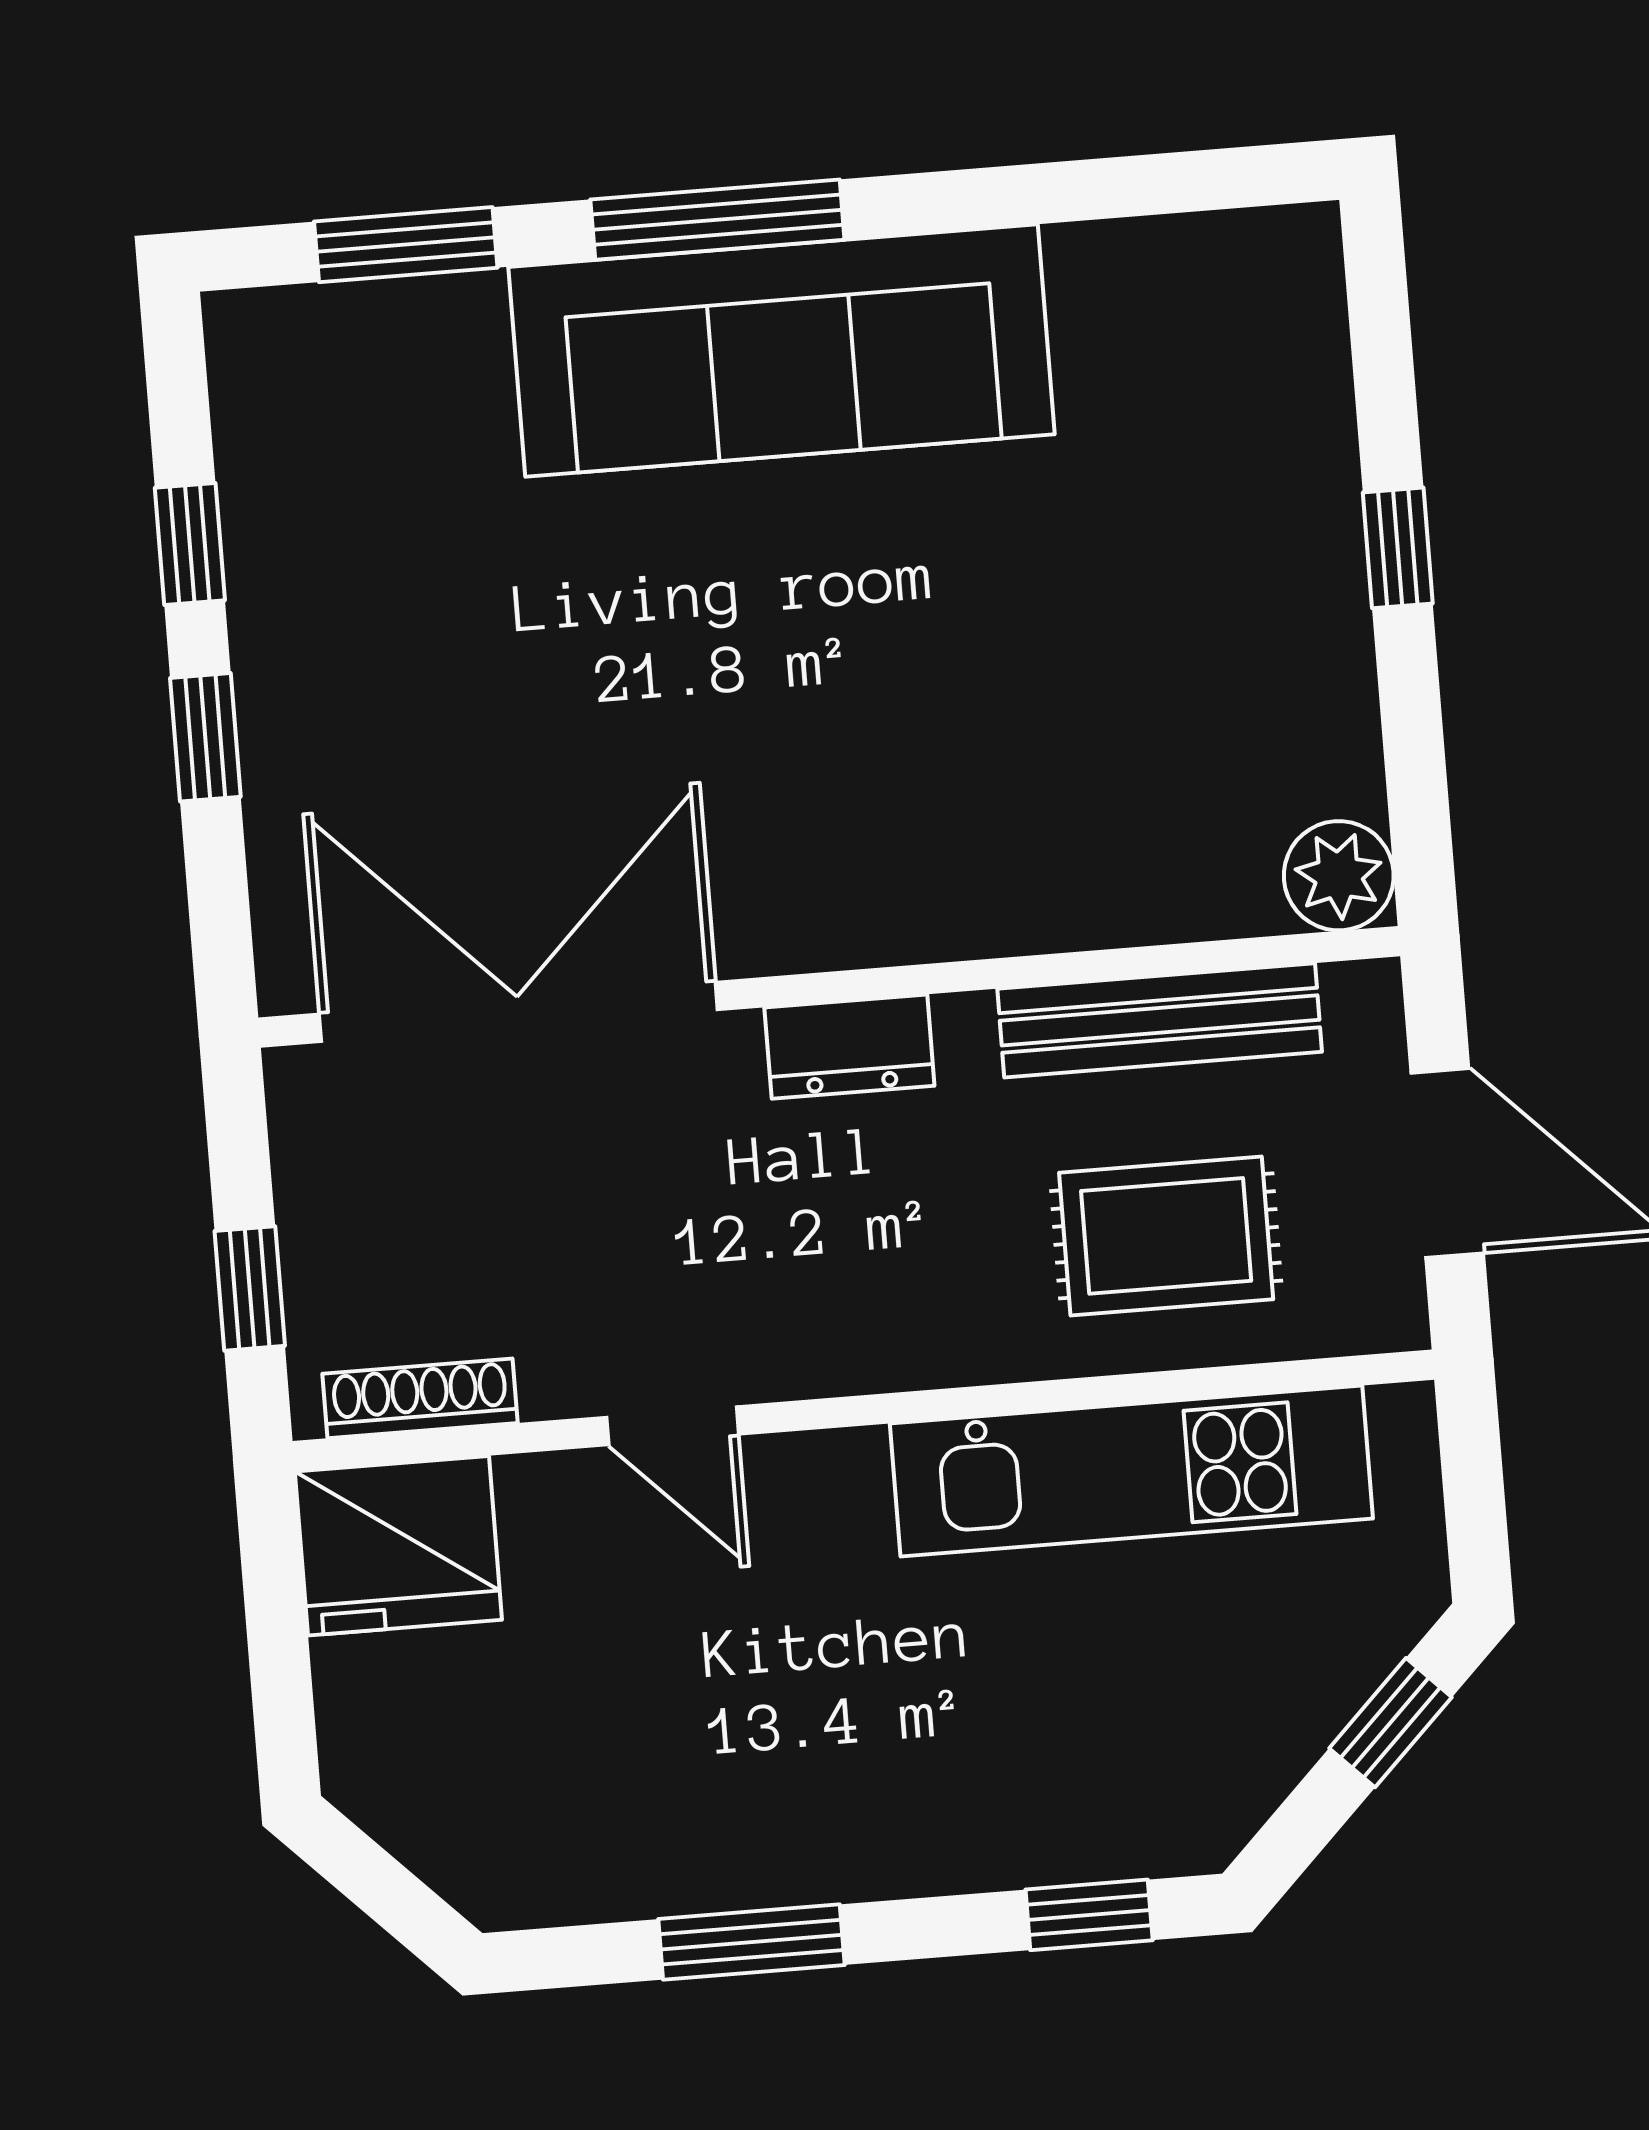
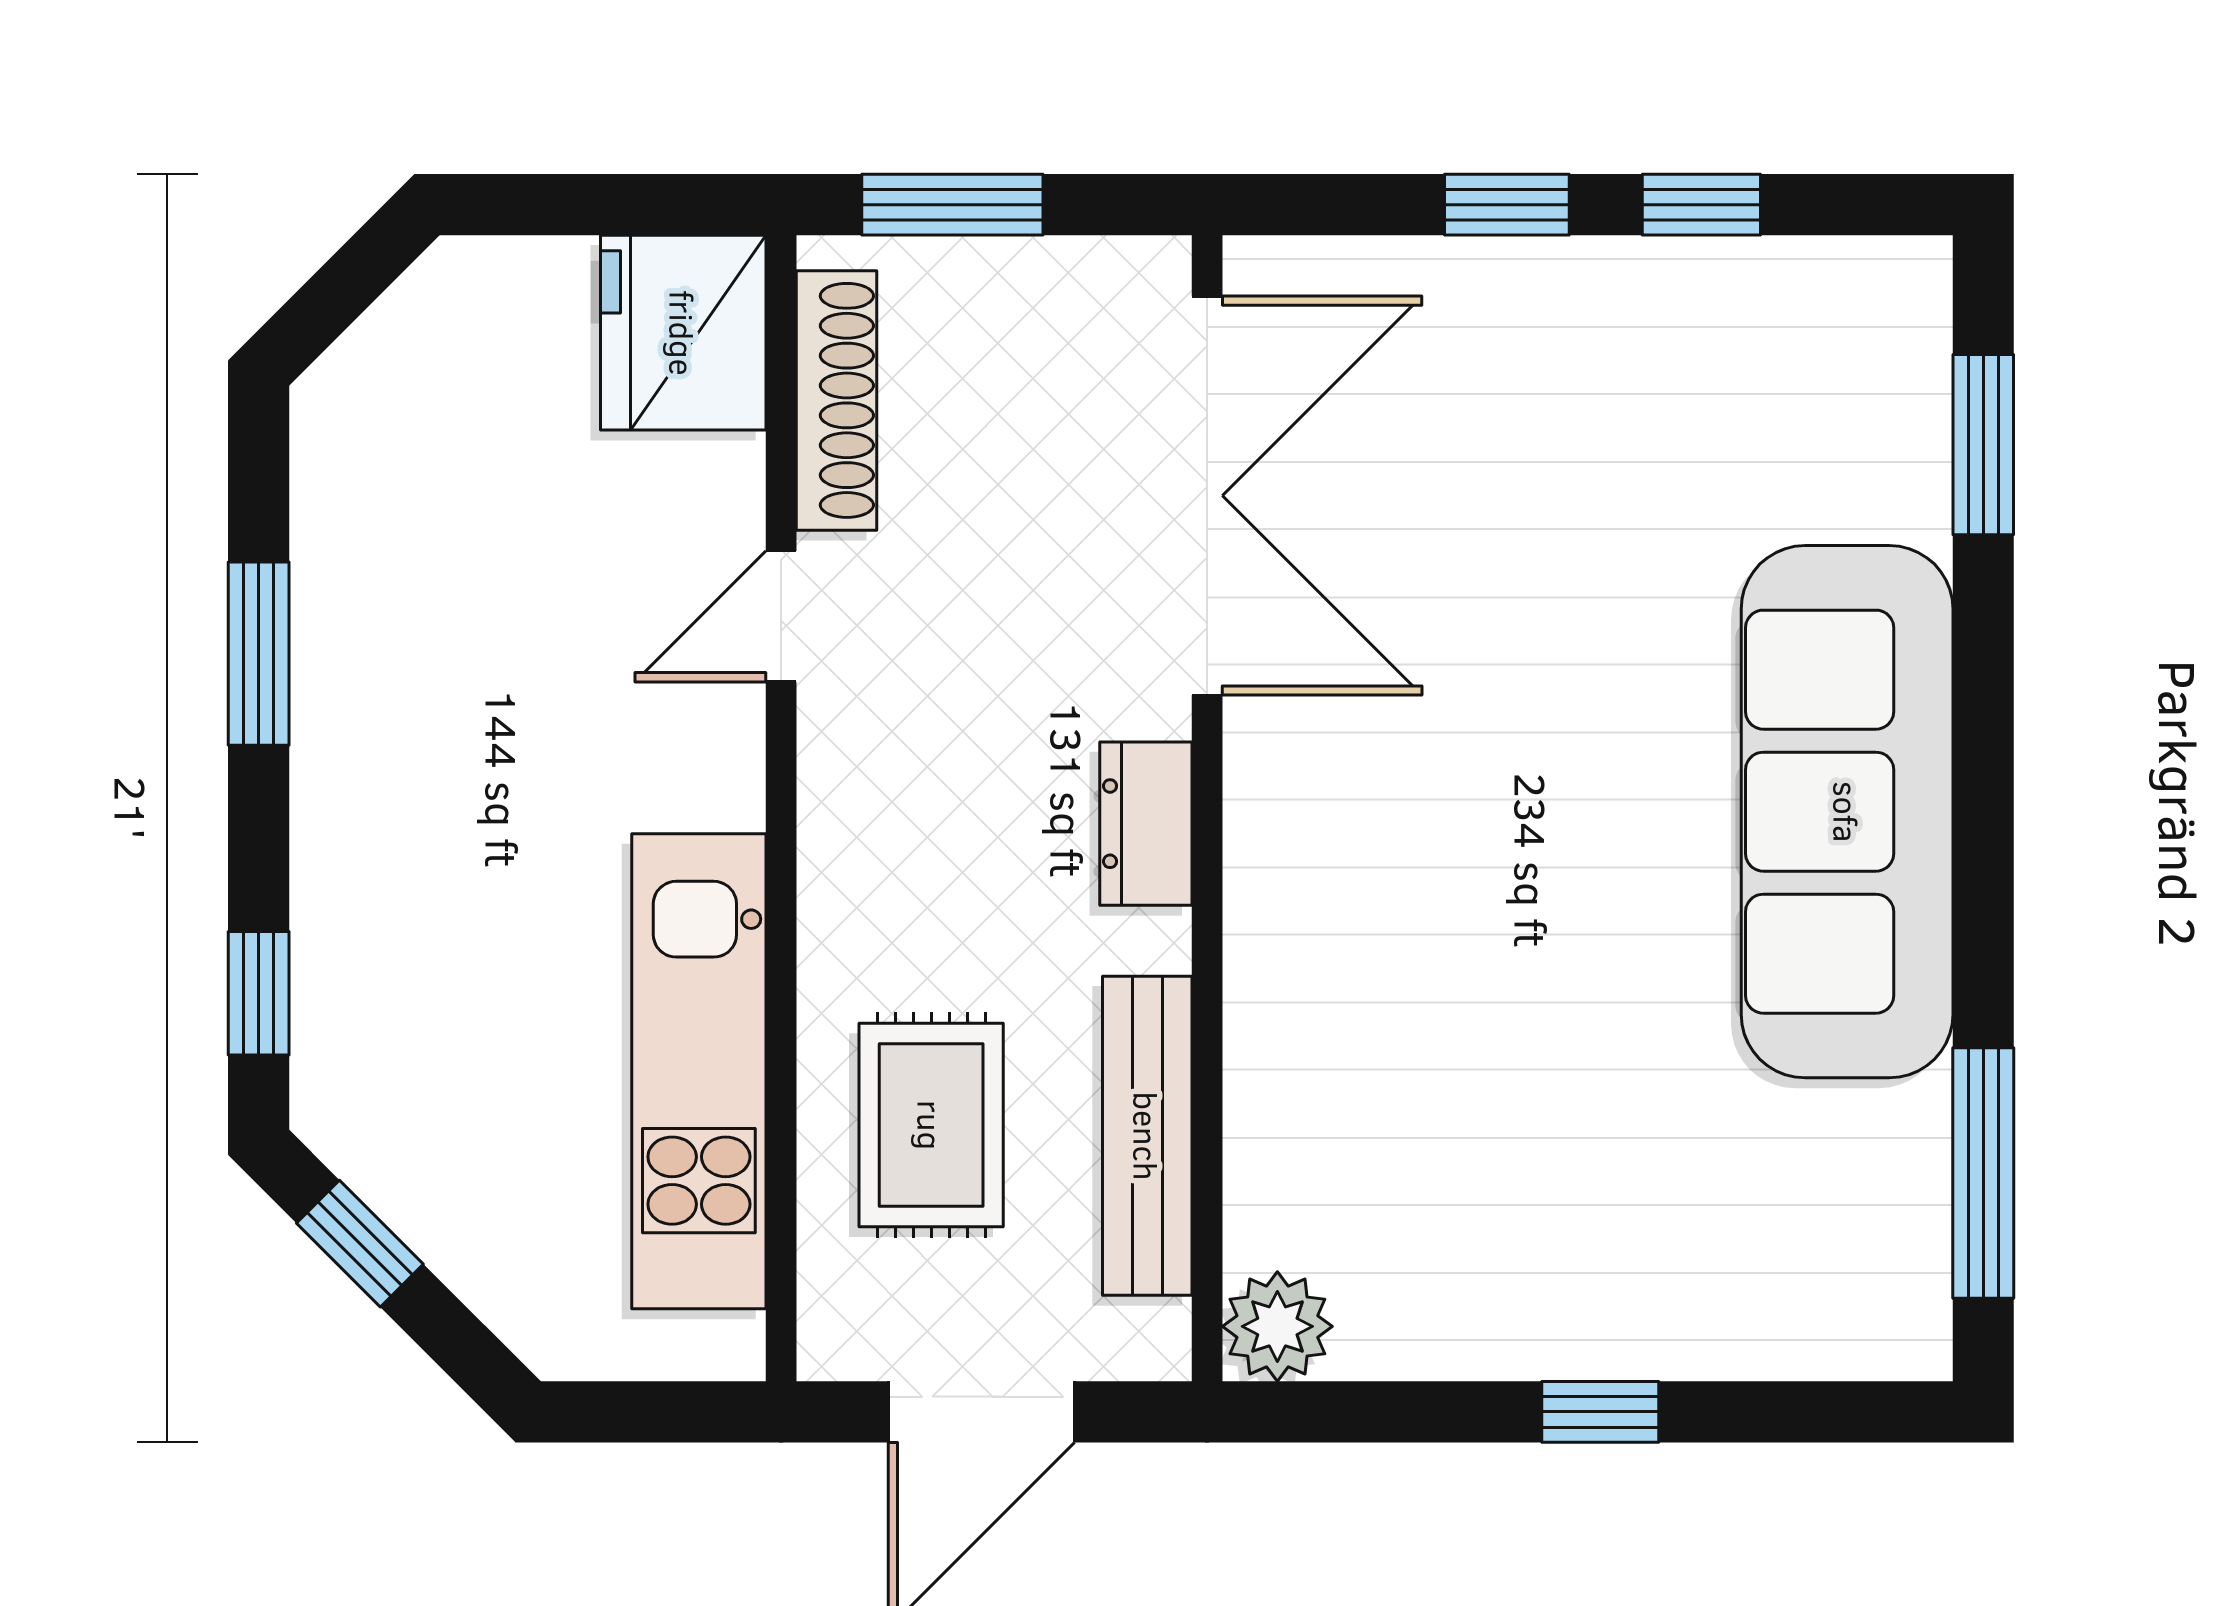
window: (717, 220) -> (1983, 1173), moved
window: (250, 1288) -> (952, 205), width x1.50
shoe rack: (420, 1398) -> (836, 400), width x1.36, depth x1.24
window: (1391, 1723) -> (360, 1244), moved

